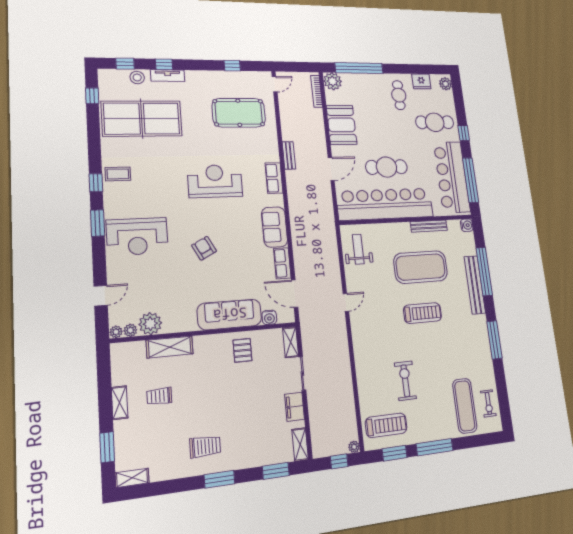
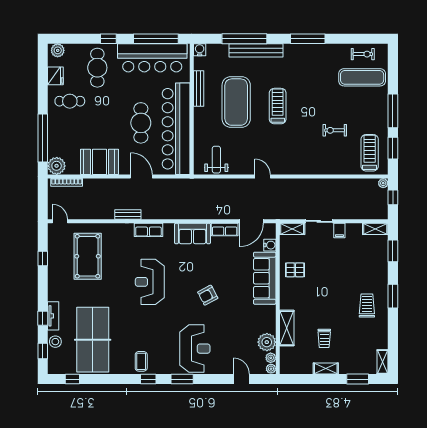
weight bench: (358, 249) -> (216, 160), turned 90
exercise bike: (405, 381) -> (335, 130), width x0.73, depth x0.72
filing cabinet: (295, 407) -> (339, 231), width x0.50

